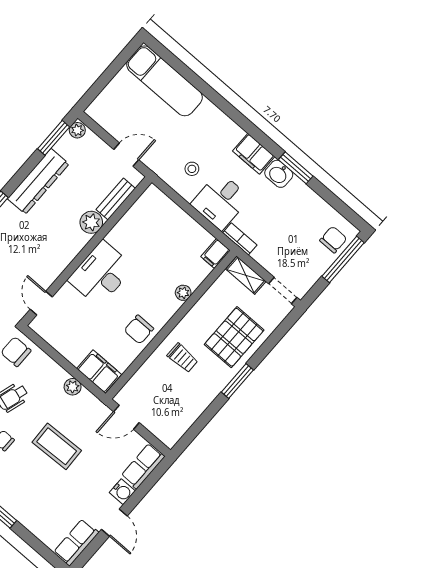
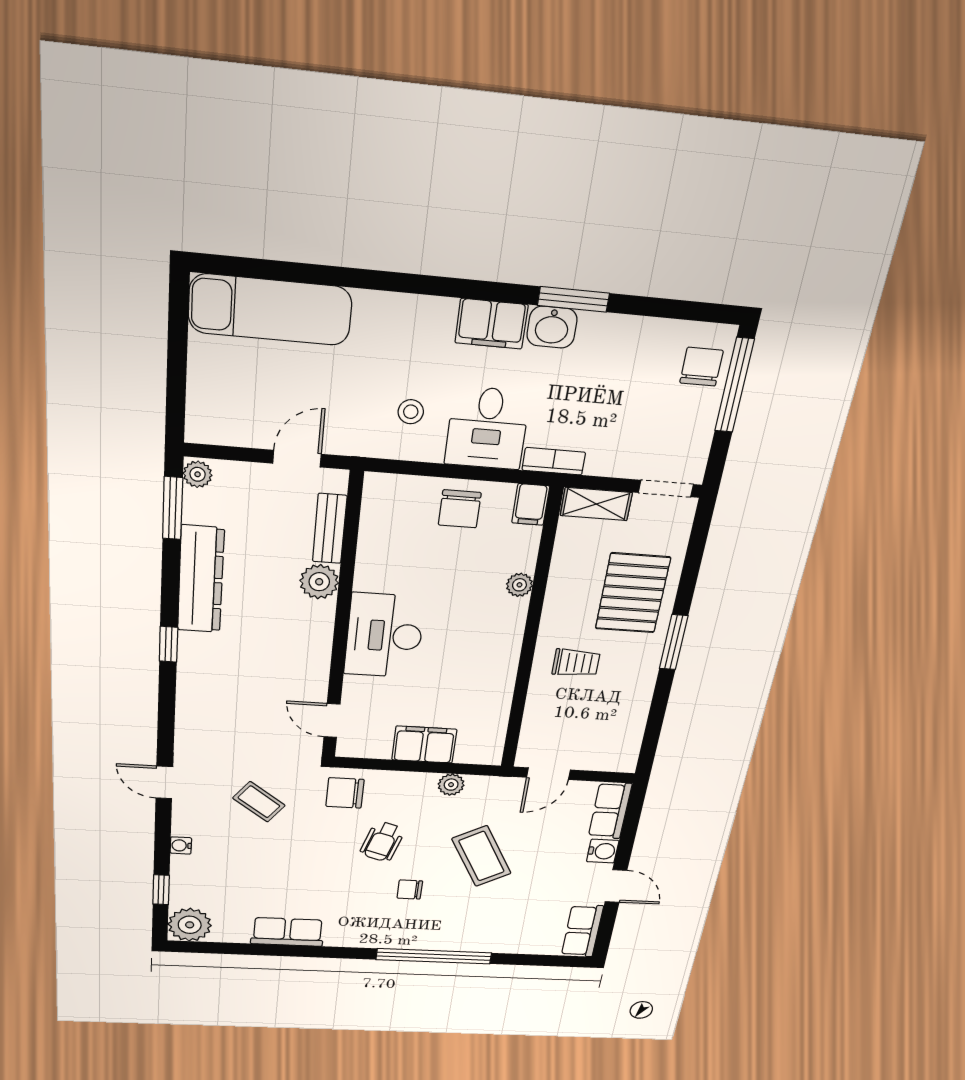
chair: (139, 330) -> (460, 509), moved
filing cabinet: (99, 372) -> (424, 745), moved
coffee table: (57, 446) -> (481, 856), turned 63

